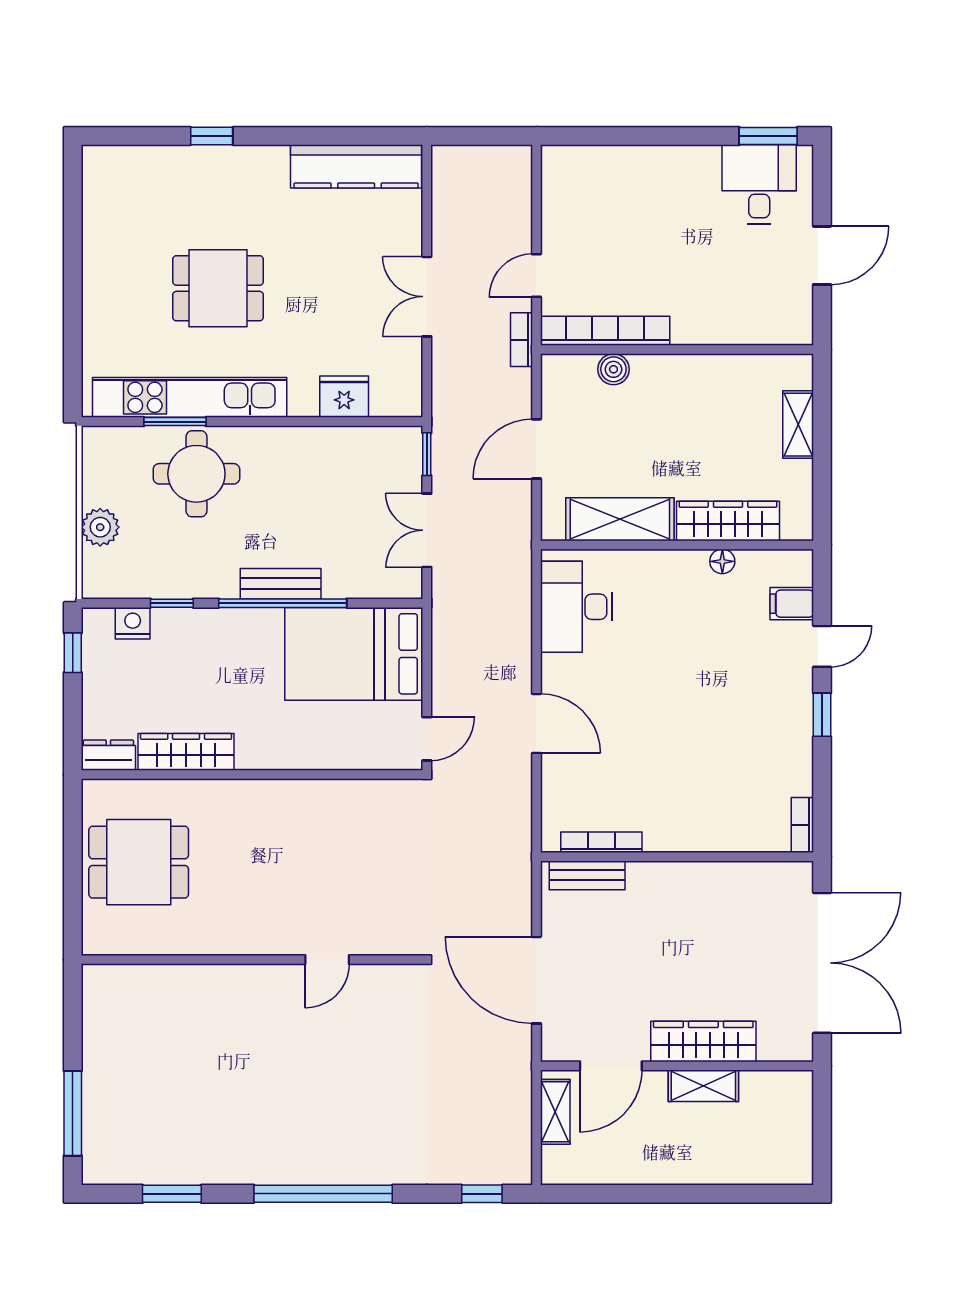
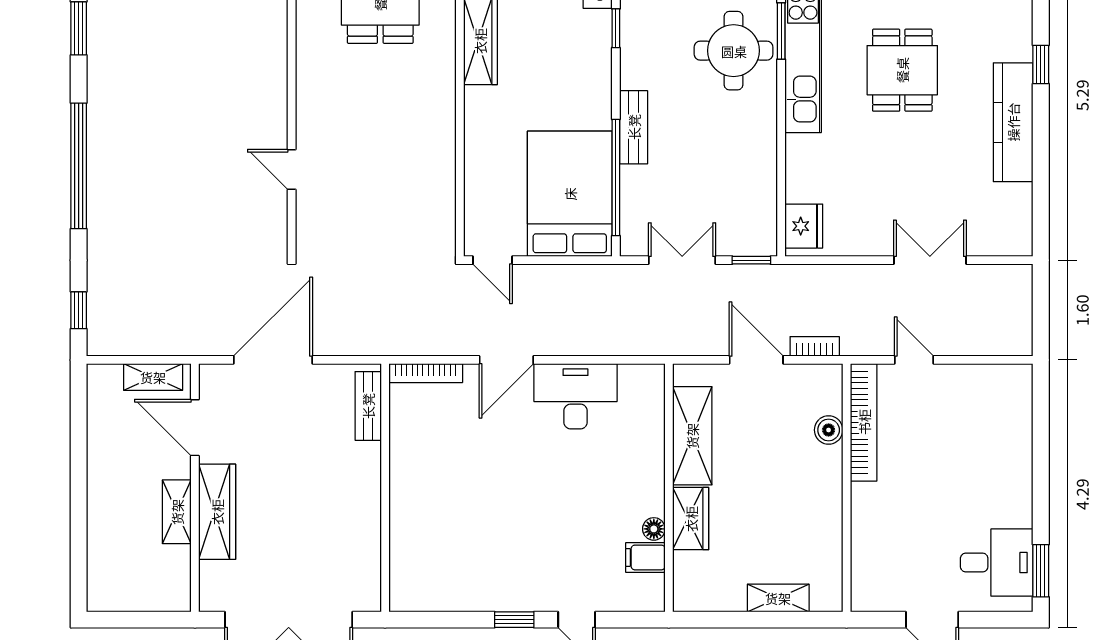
kitchen counter: (356, 166) -> (1013, 122), moved
double door: (427, 297) -> (930, 260), moved
bookcase: (522, 340) -> (815, 346), moved
fridge: (344, 397) -> (804, 226), moved
wardrobe: (728, 521) -> (691, 519), width x0.67
window: (283, 603) -> (616, 177), moved
filing cabinet: (792, 604) -> (645, 557), moved, turned -90
desk: (576, 607) -> (576, 396), moved
bookcase: (802, 825) -> (414, 602), removed
bookcase: (601, 842) -> (426, 373), moved, turned 90

